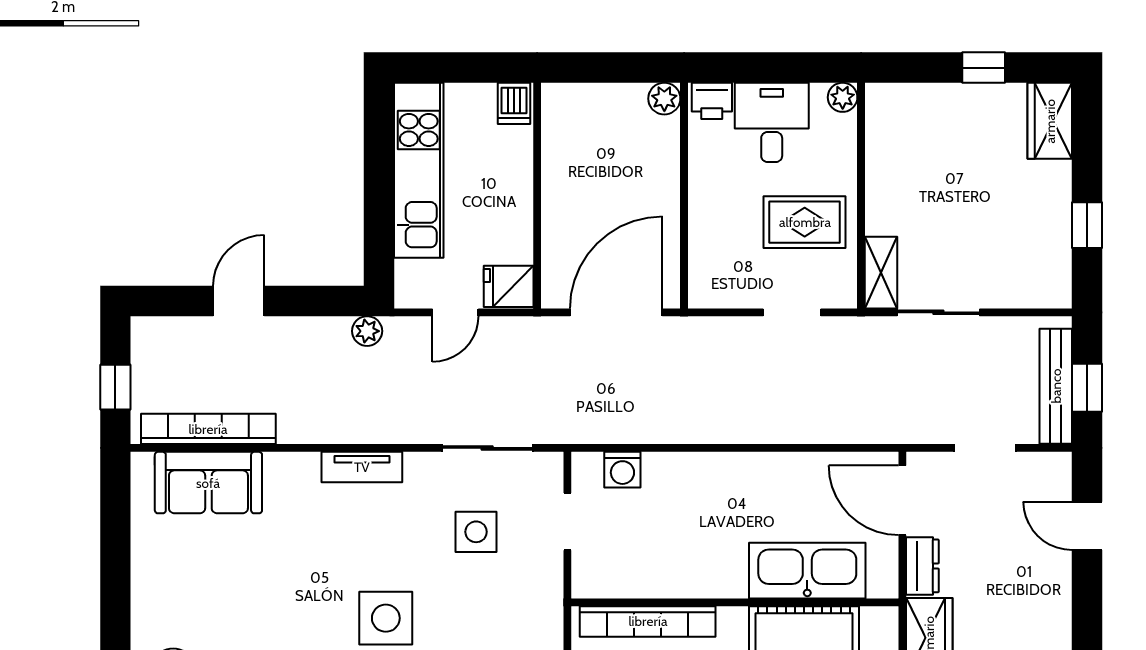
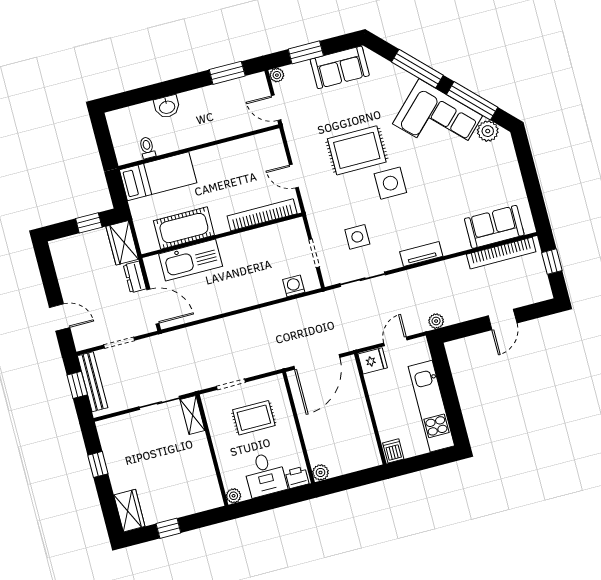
rug: (805, 222) -> (254, 418), moved

